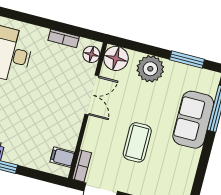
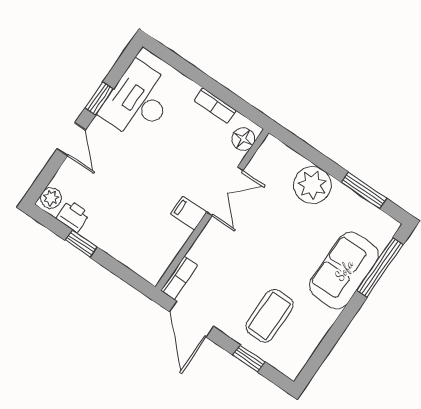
floor lamp: (116, 58) -> (273, 156), removed
coffee table: (137, 142) -> (270, 316), moved
filing cabinet: (62, 157) -> (189, 213), moved

